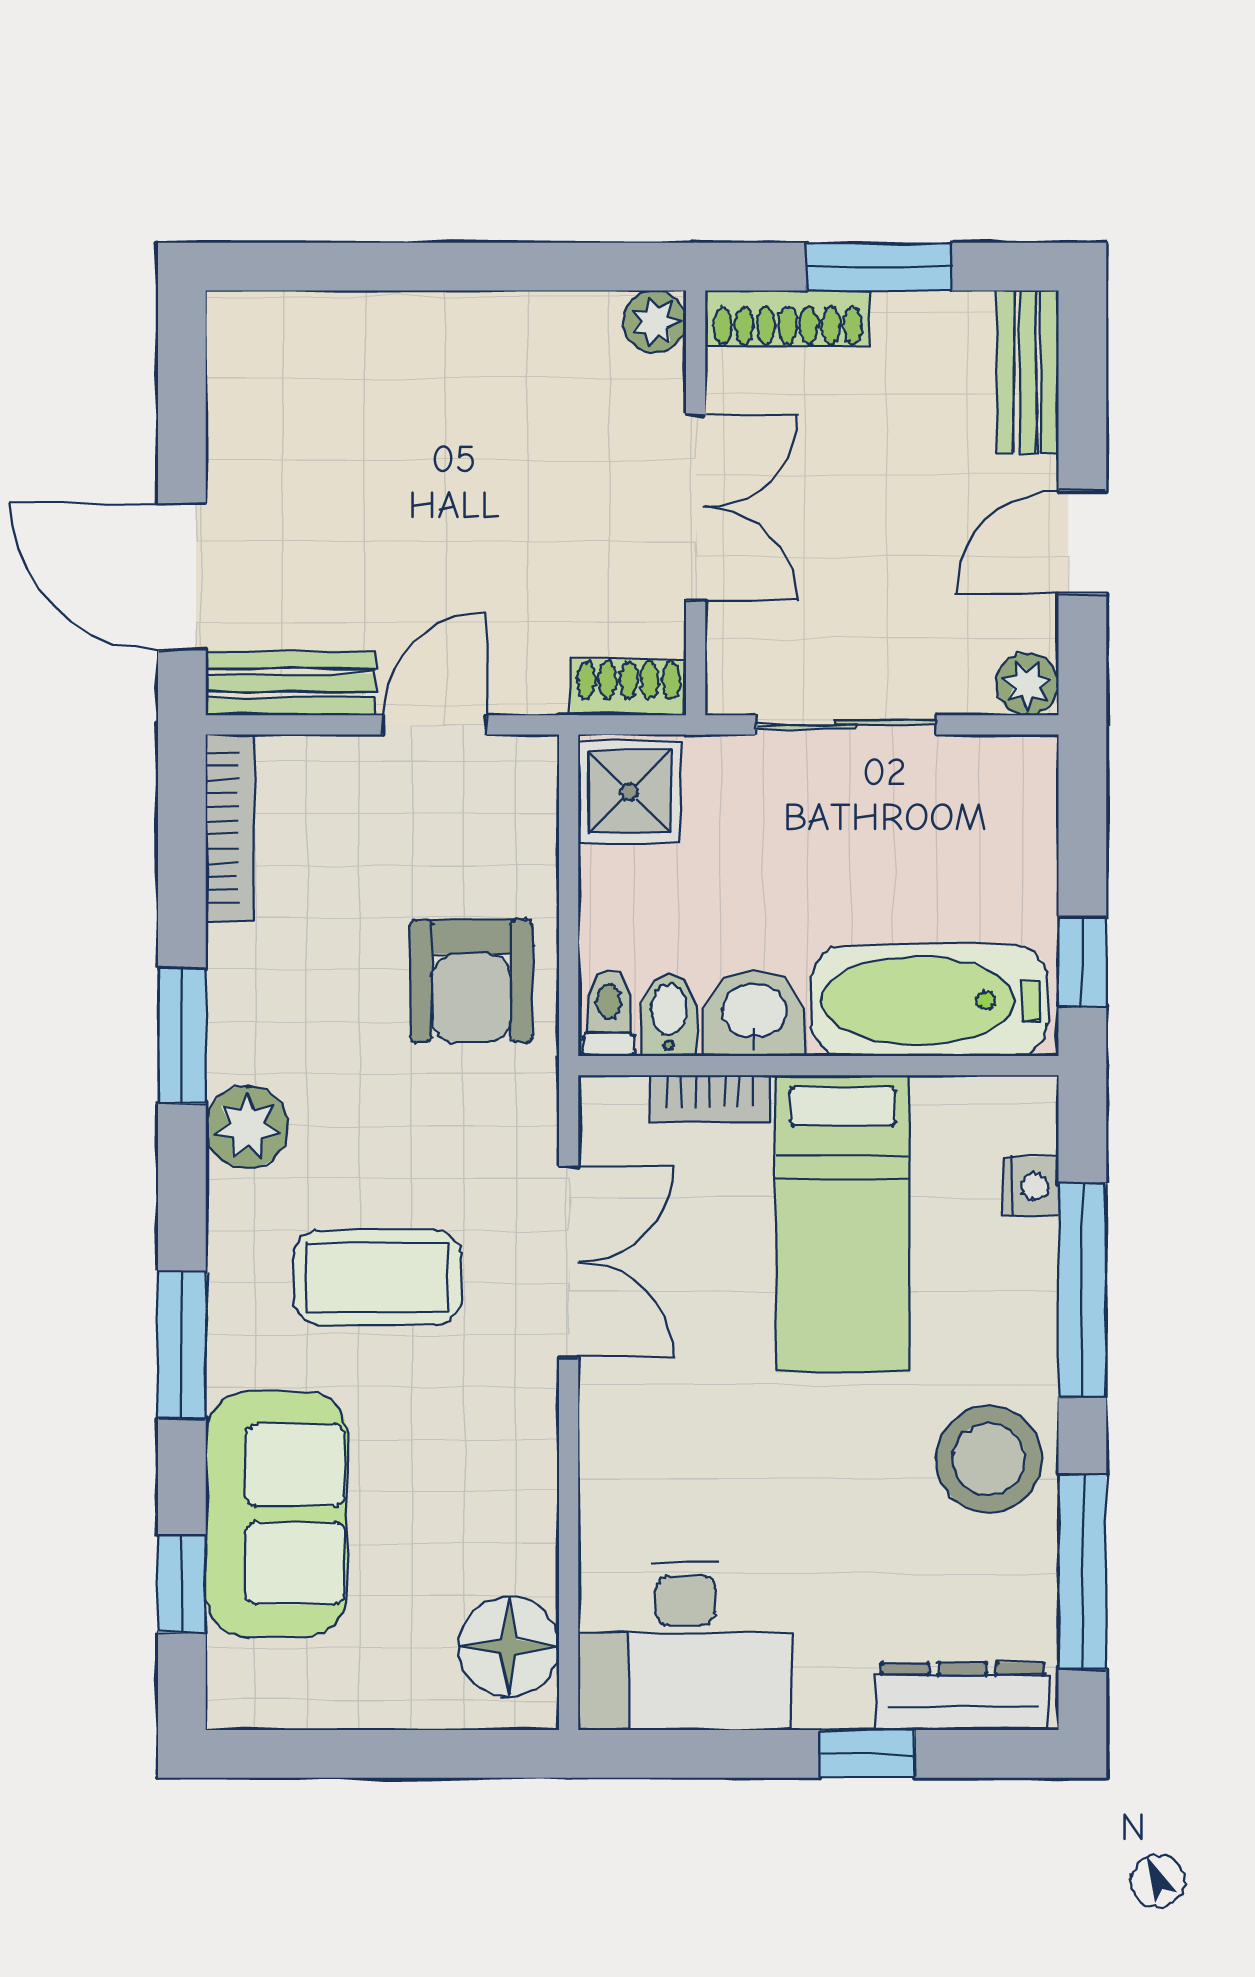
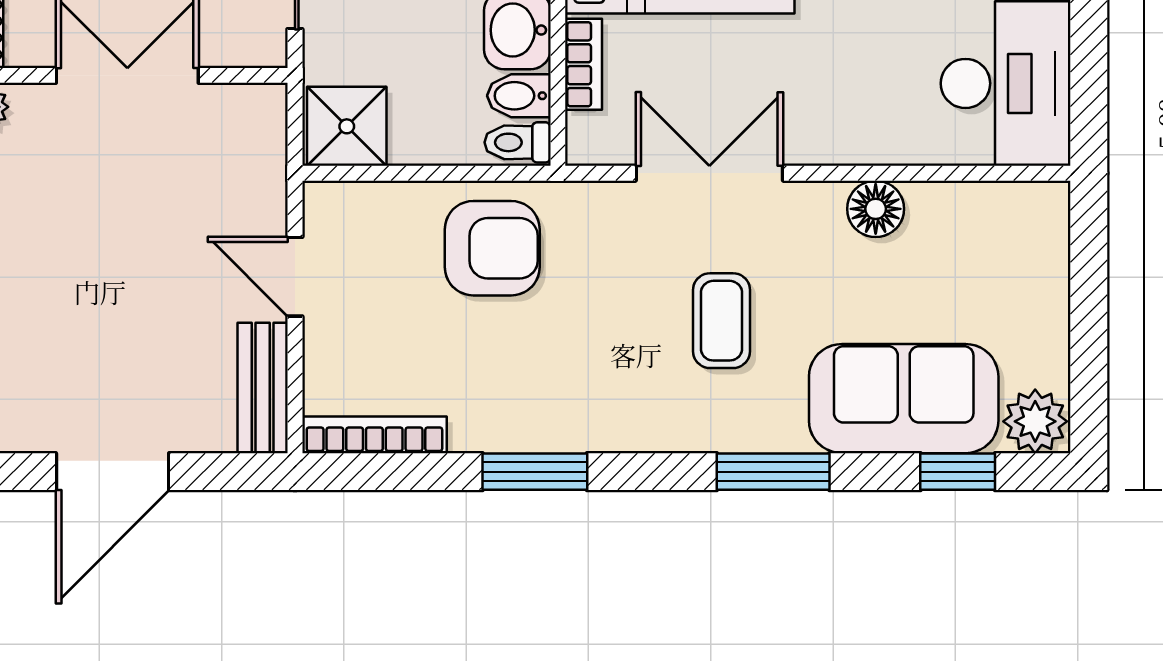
door: (182, 577) -> (113, 472), moved
shoe rack: (628, 687) -> (266, 127), removed
plant: (247, 1127) -> (1035, 421), moved
coffee table: (378, 1278) -> (721, 321), width x0.73, depth x0.77
floor lamp: (509, 1647) -> (876, 209), moved, width x0.73, depth x0.73

